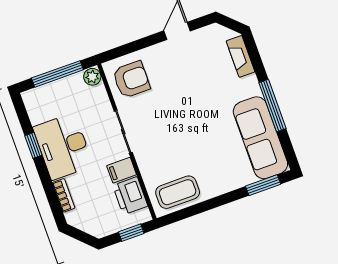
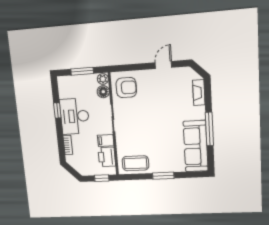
window: (57, 74) -> (82, 71), width x0.69
floor lamp: (98, 96) -> (103, 92), added
window: (263, 185) -> (163, 176), moved

